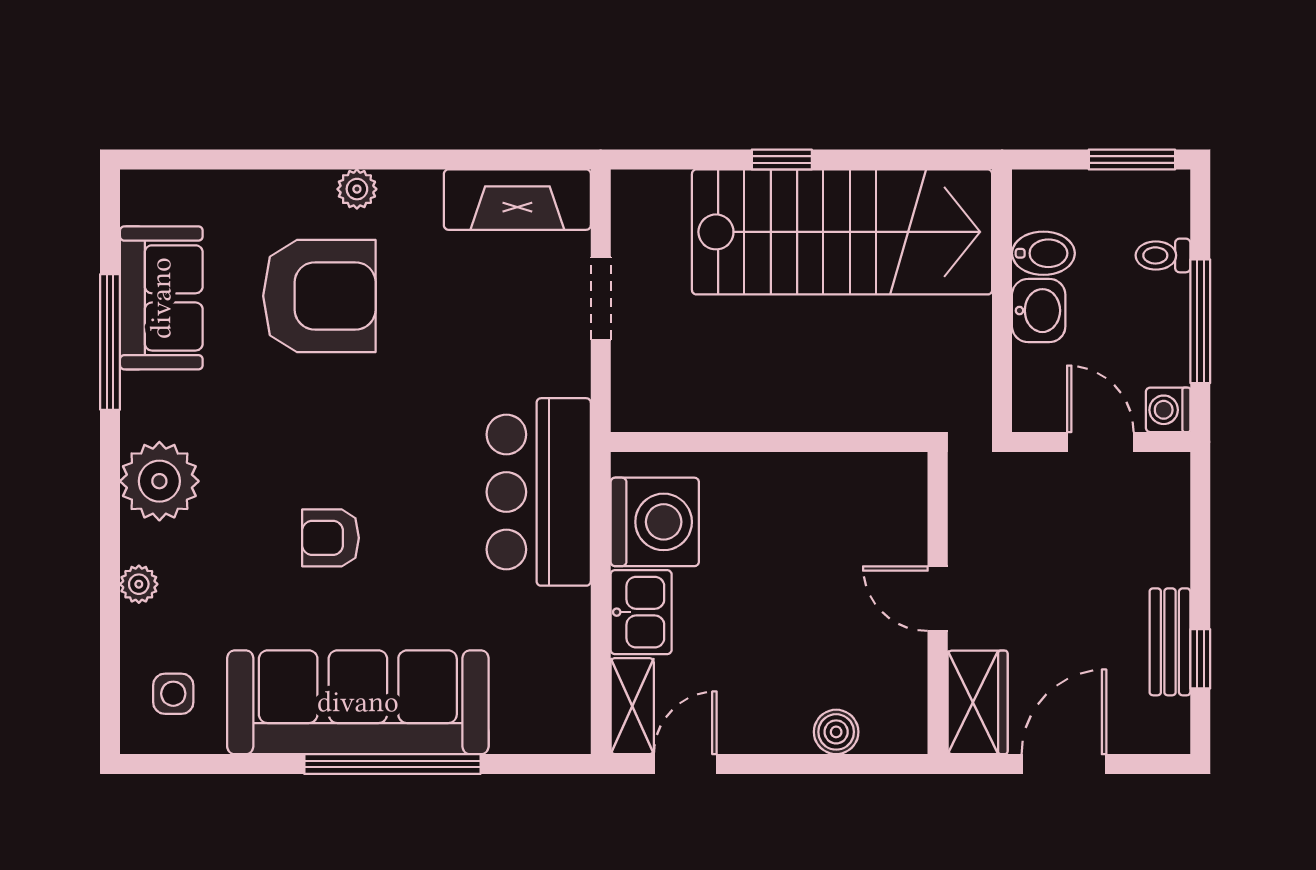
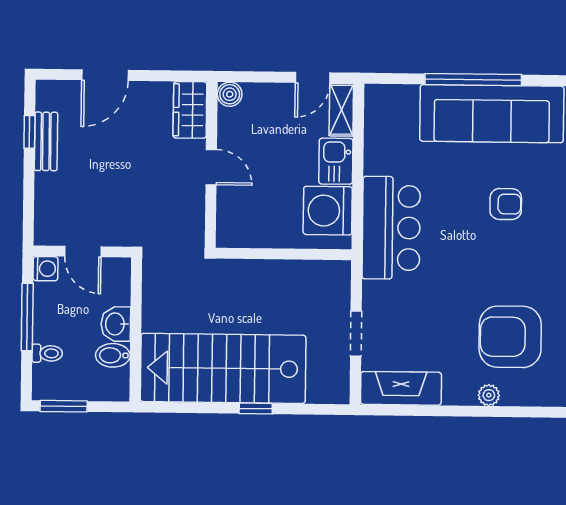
door: (938, 599) -> (211, 167), moved
wall: (938, 603) -> (211, 165), moved
wardrobe: (978, 702) -> (190, 110), moved

